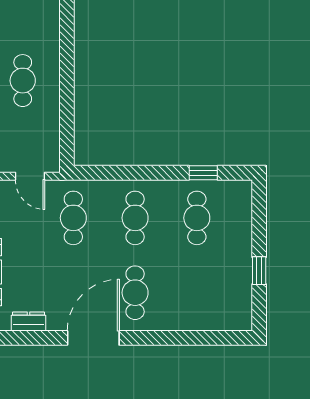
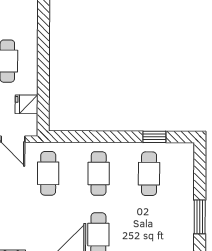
fridge: (46, 133) -> (26, 104), added
window: (259, 271) -> (200, 217), width x1.50

